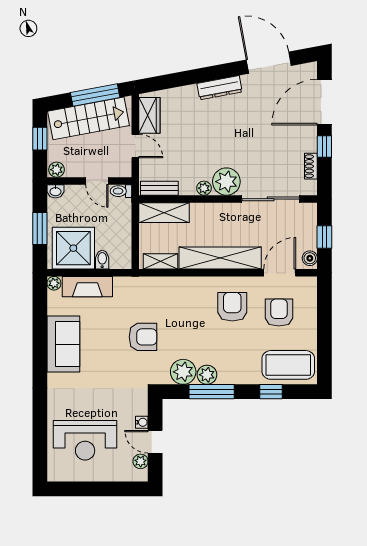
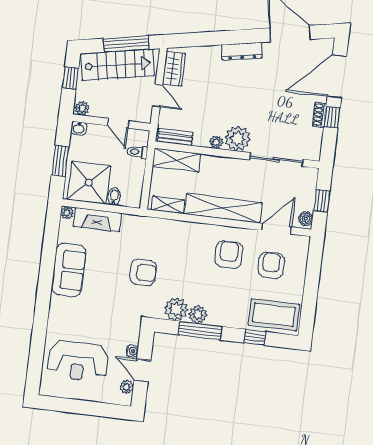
shoe rack: (311, 166) -> (320, 115), moved
toilet: (121, 191) -> (137, 152), moved

